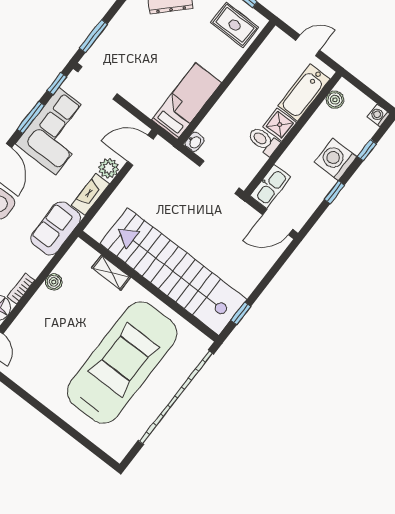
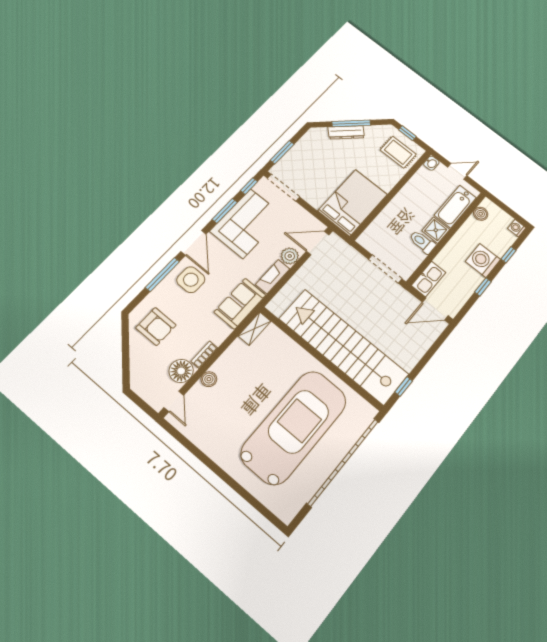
bed: (187, 101) -> (353, 203), width x1.50
washbasin: (194, 142) -> (431, 163), moved
shelving: (111, 273) -> (255, 329), moved, turned 90
boiler: (54, 282) -> (209, 379), moved

